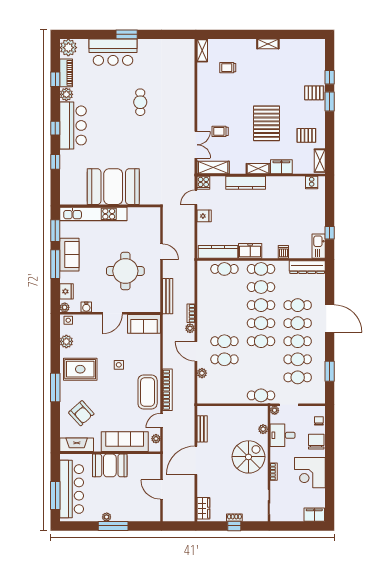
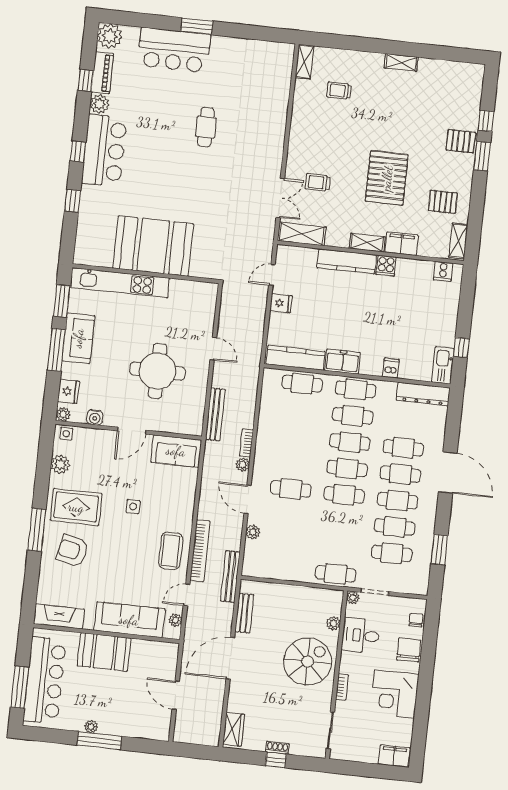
cooker: (203, 183) -> (386, 266), moved
cafe table: (224, 359) -> (288, 515), removed
coffee table: (148, 392) -> (171, 551), width x0.73, depth x0.76
bench: (190, 405) -> (230, 577), added
armchair: (81, 413) -> (73, 551), moved, turned 144

